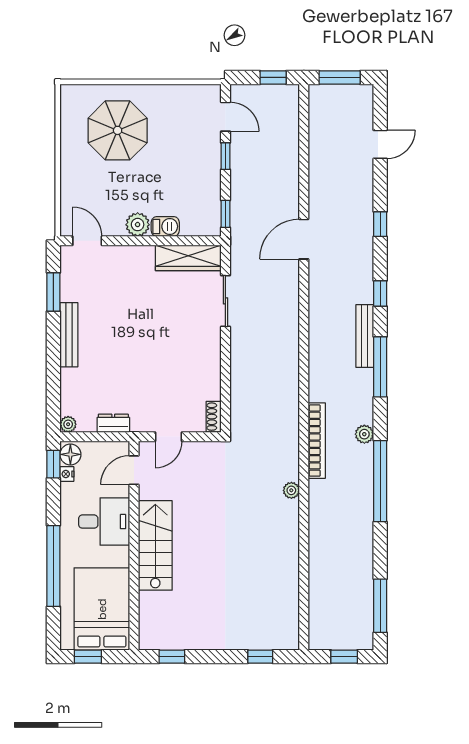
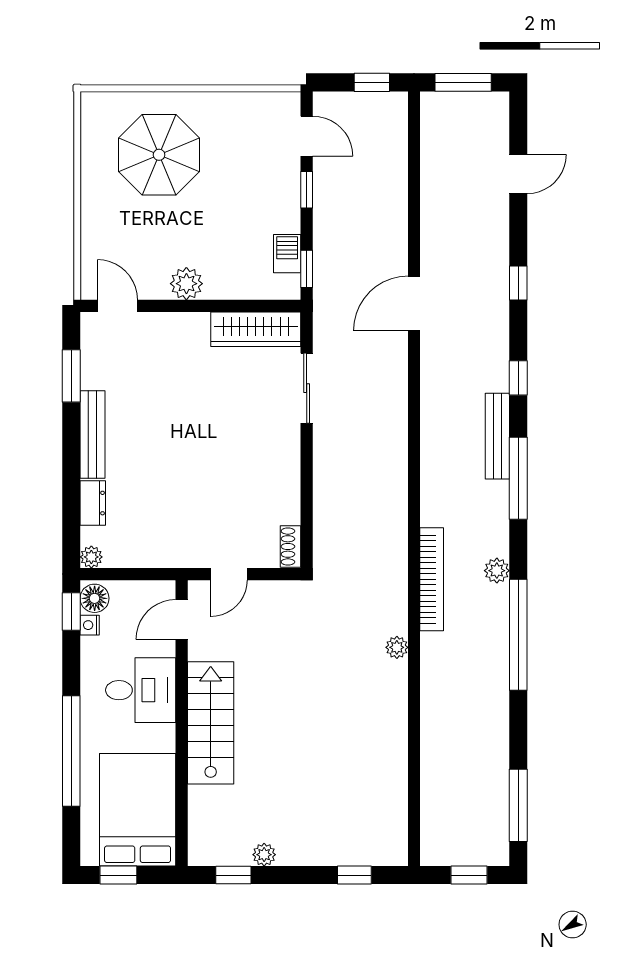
barbecue: (165, 226) -> (287, 254), moved, turned -90
dresser: (113, 423) -> (93, 503), moved, turned 90
plant: (194, 642) -> (264, 855), added

